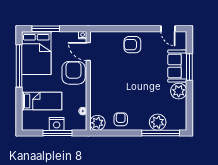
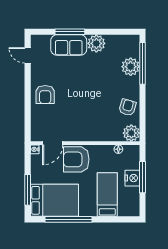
door: (168, 29) -> (28, 55), swing flipped
armchair: (121, 119) -> (127, 107), turned 106

